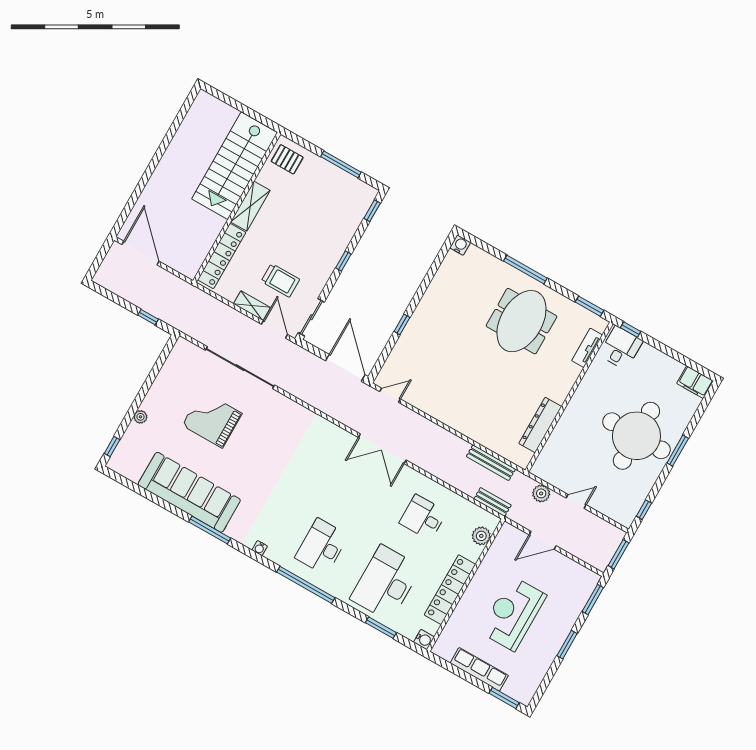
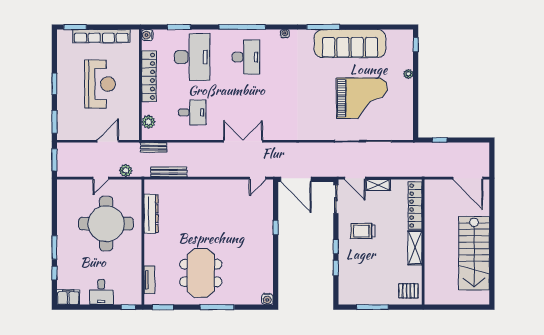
stairs: (235, 166) -> (474, 253), moved, turned 180
window: (372, 211) -> (336, 268), moved
trolley: (280, 280) -> (363, 231), moved
desk: (621, 348) -> (101, 292), moved
grand piano: (212, 419) -> (362, 98), width x1.37, depth x1.48
round table: (636, 436) -> (106, 224), moved
window: (644, 510) -> (54, 273), moved
row of seats: (479, 669) -> (101, 36), width x1.36

